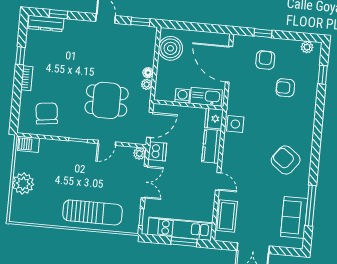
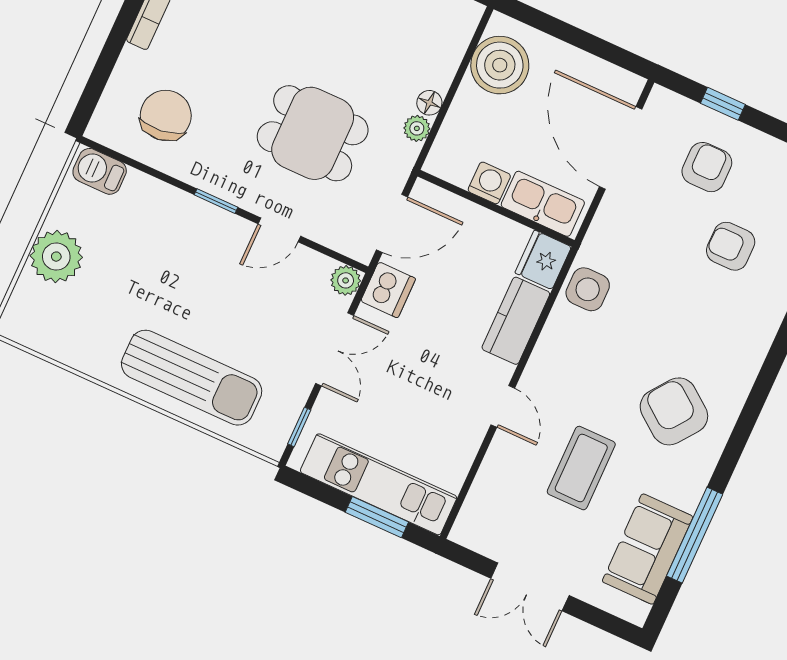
coffee table: (227, 216) -> (581, 468), moved

